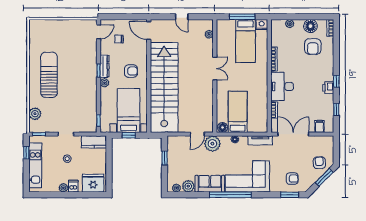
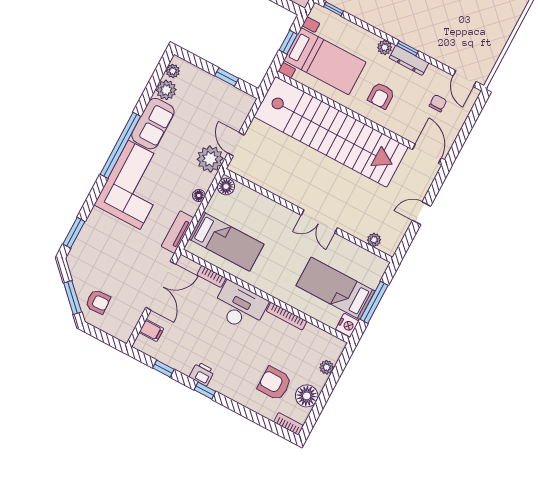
door: (149, 31) -> (427, 154), hinge flipped
bed: (238, 112) -> (226, 242), moved
armchair: (292, 179) -> (96, 249), removed

